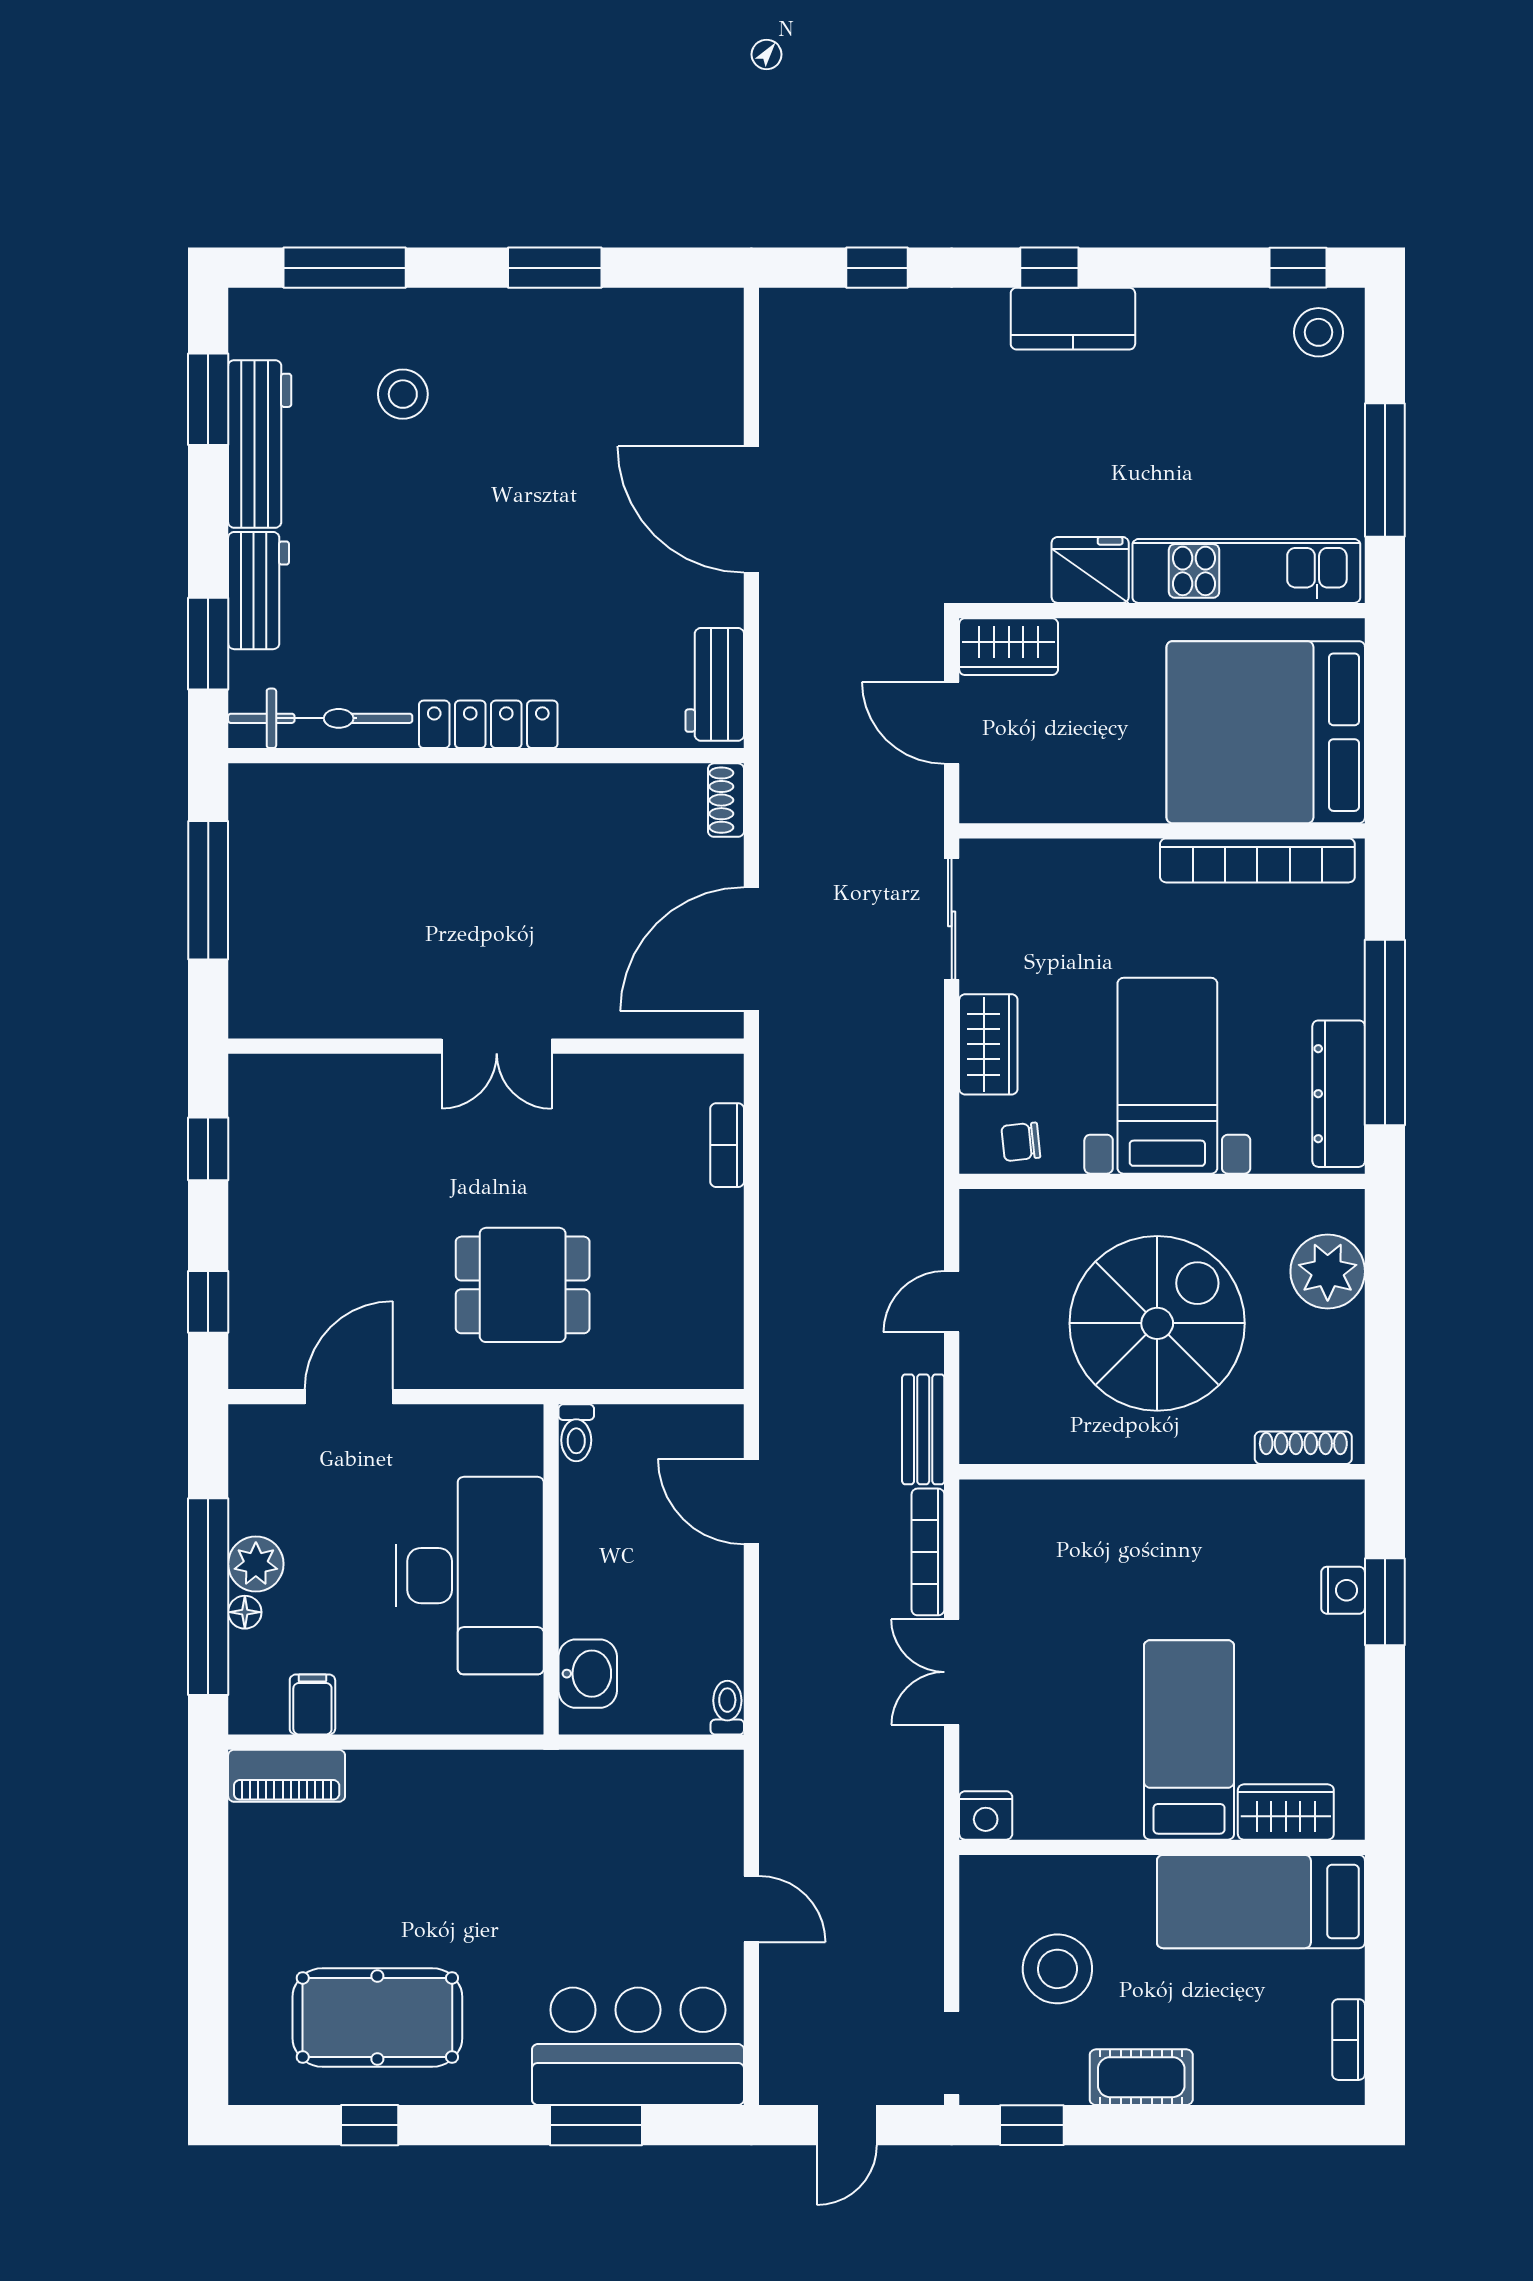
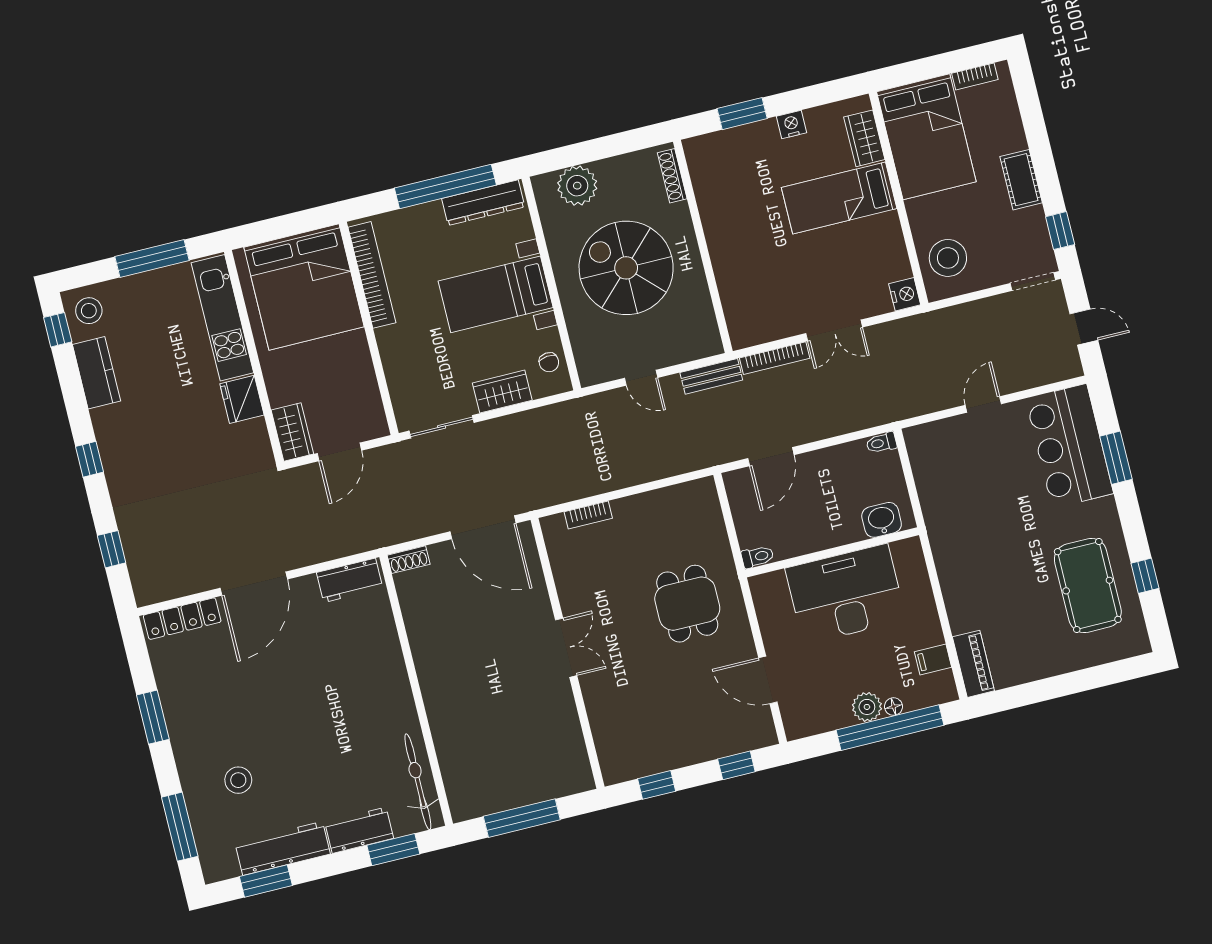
kitchen counter: (1073, 319) -> (96, 373), moved
locker: (488, 724) -> (182, 619), moved, turned -90
nightstand: (1343, 1590) -> (792, 125), moved
bed: (1261, 1902) -> (926, 137), width x1.50
stool: (1057, 1969) -> (948, 258), moved

